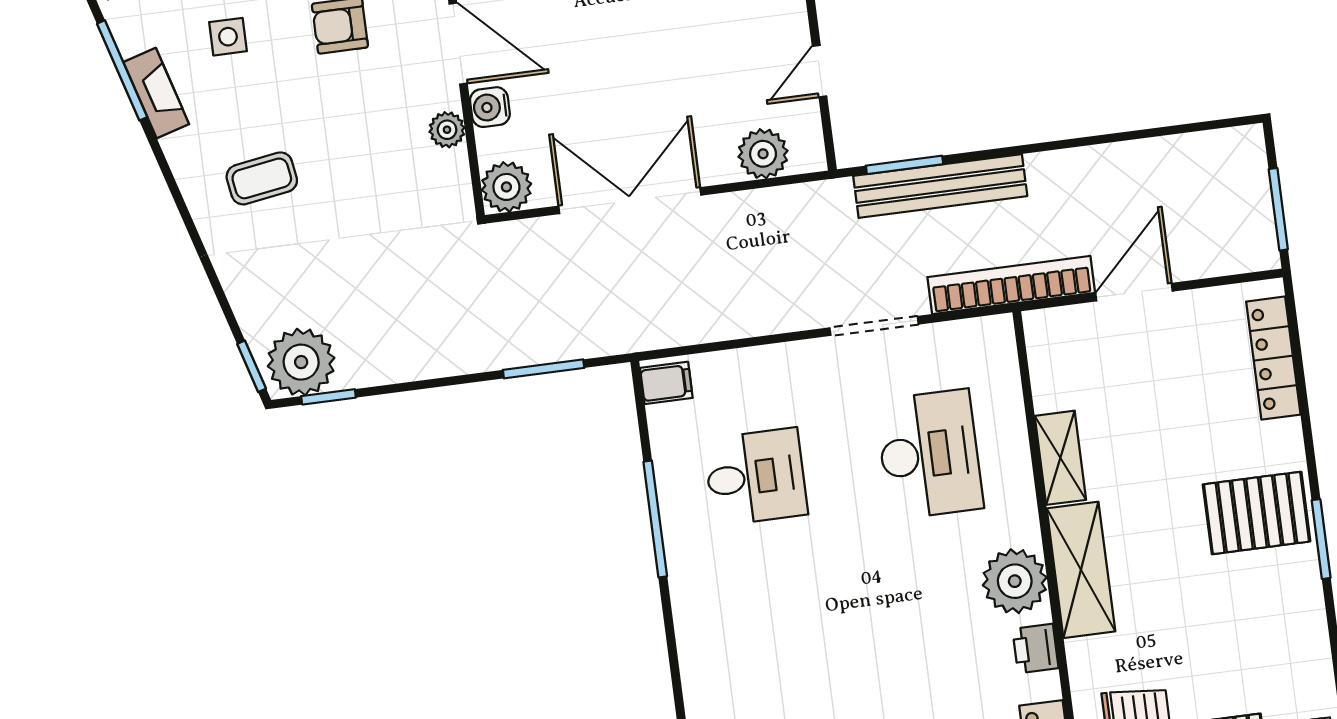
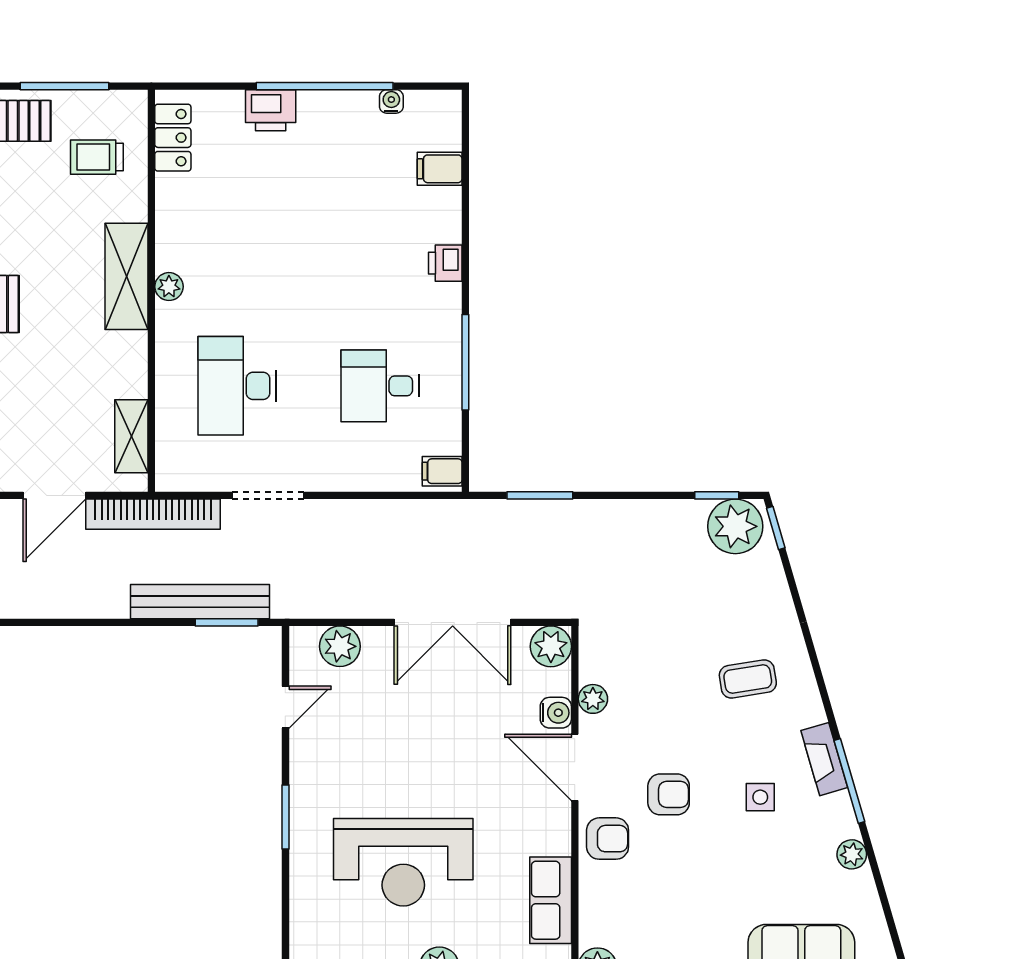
shelving: (1060, 458) -> (131, 436), moved
plant: (1015, 581) -> (169, 287), width x0.53, depth x0.53
printer: (1035, 649) -> (445, 263), moved, turned 180

